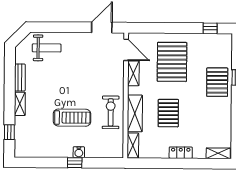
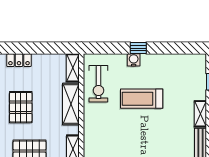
exercise bike: (111, 112) -> (98, 84), moved
pallet: (168, 113) -> (21, 107), moved

